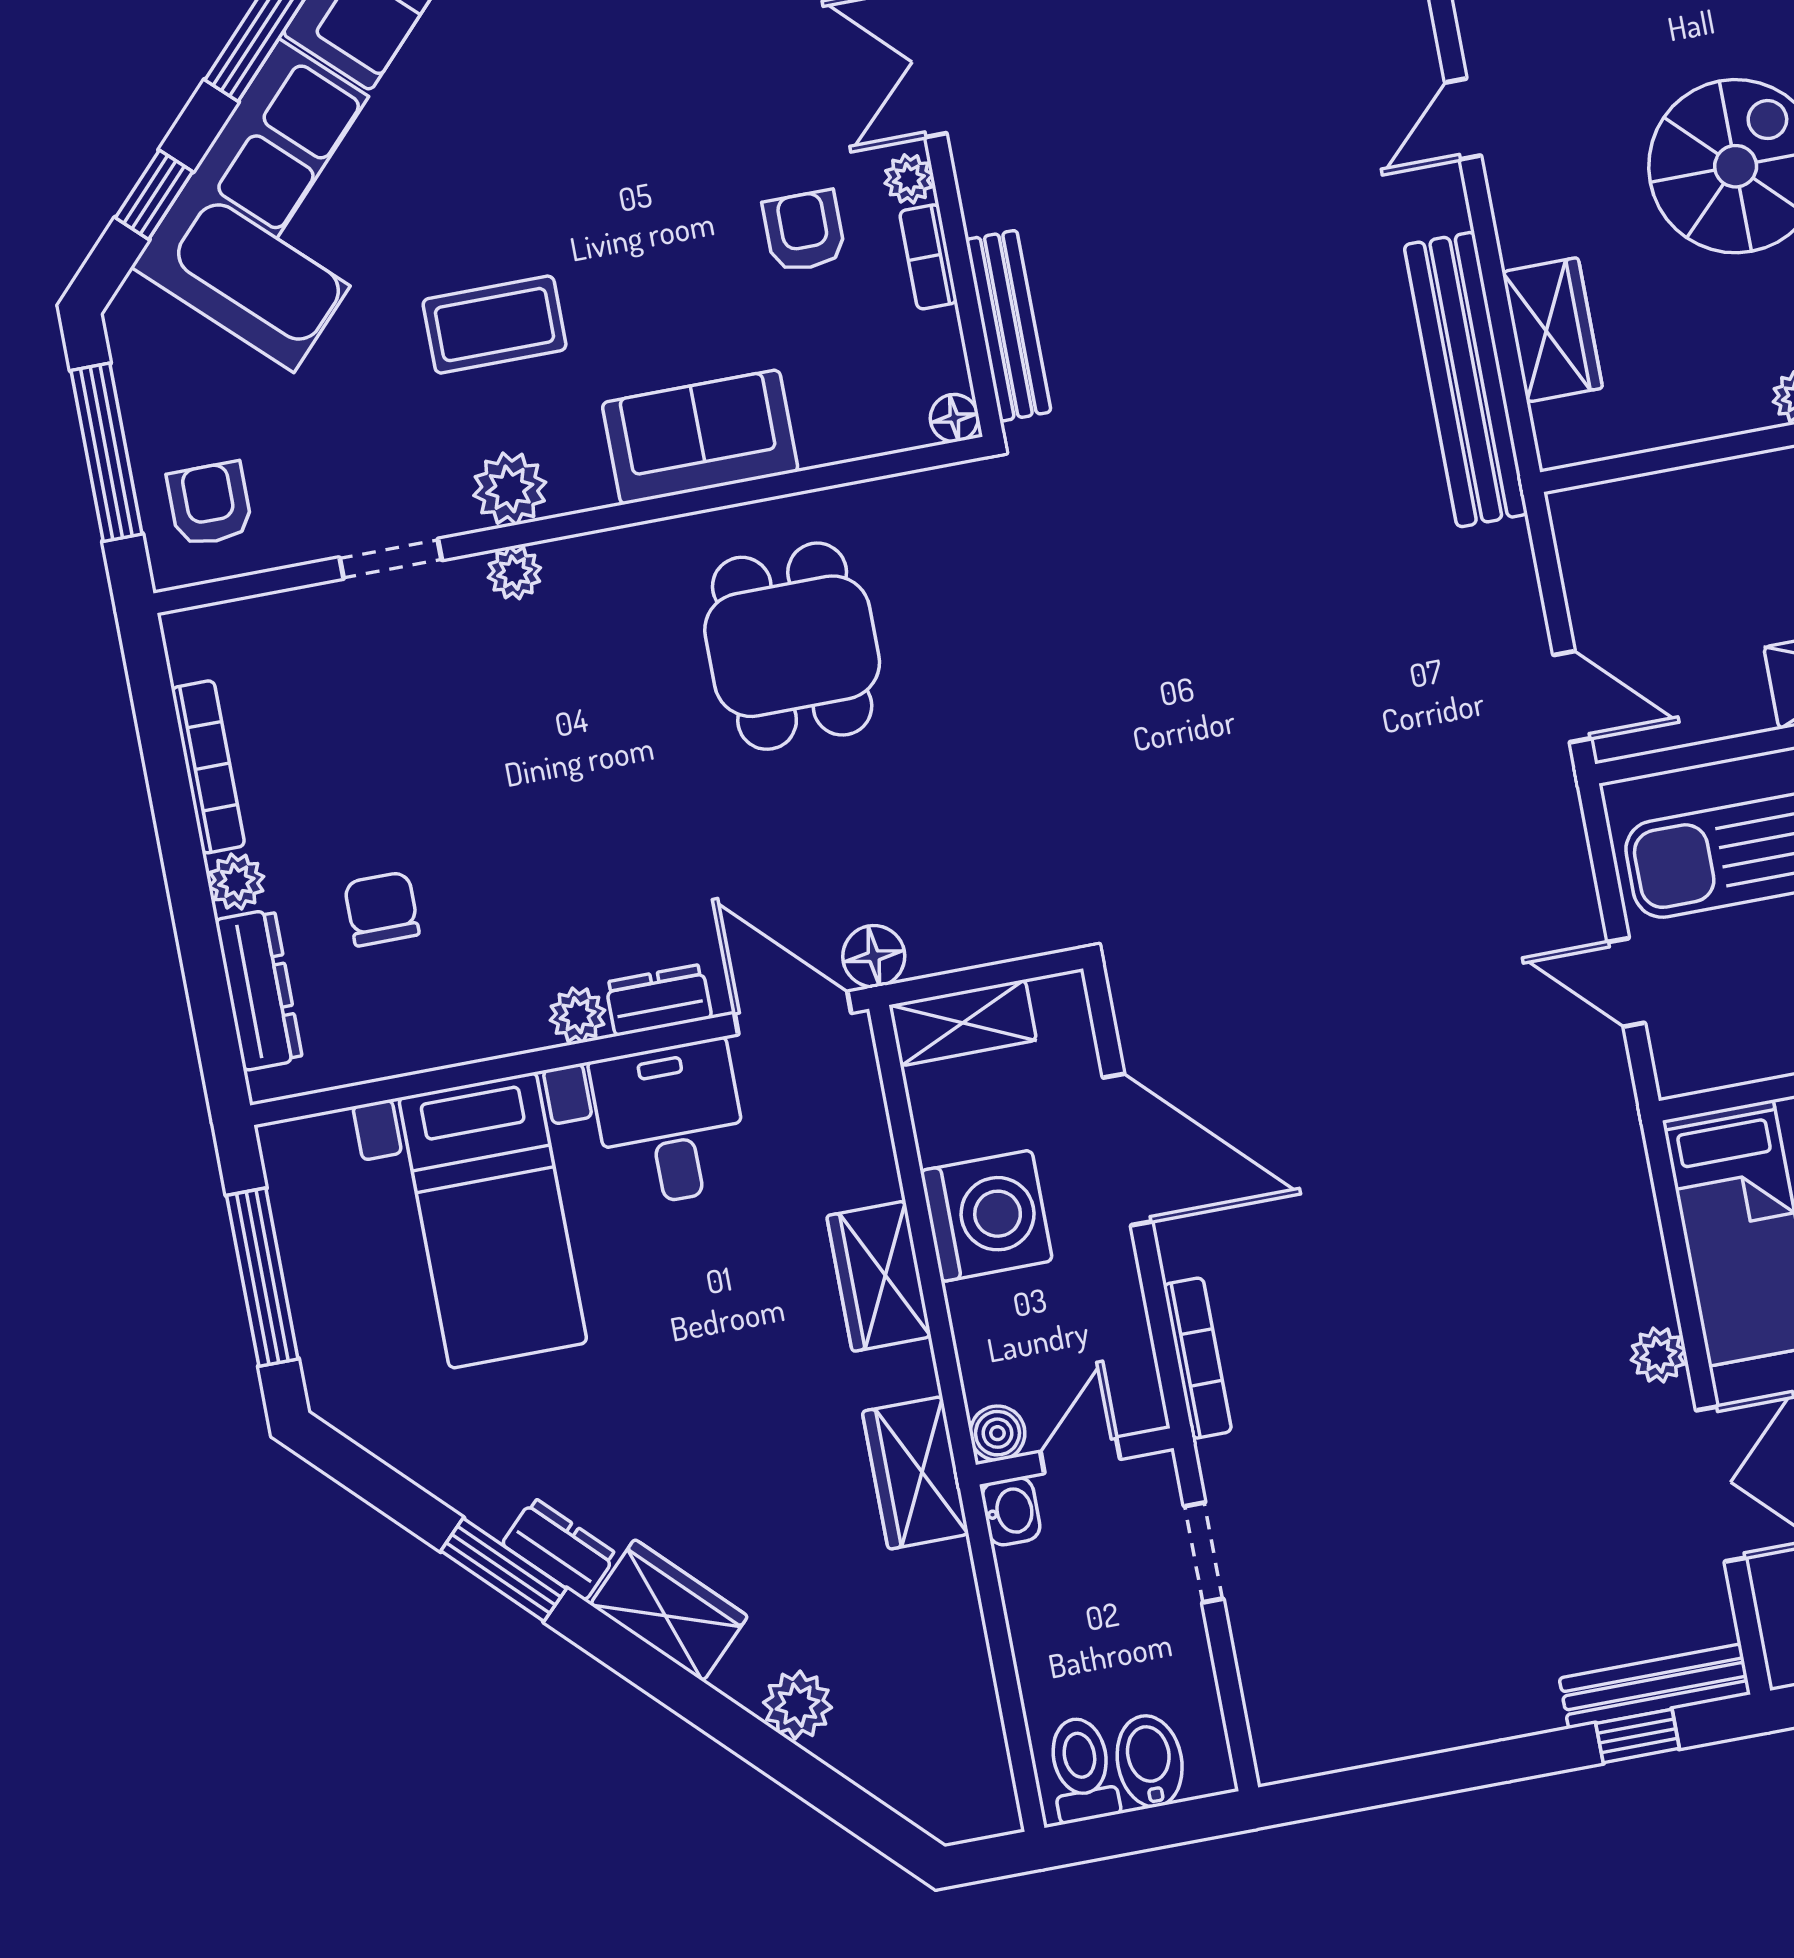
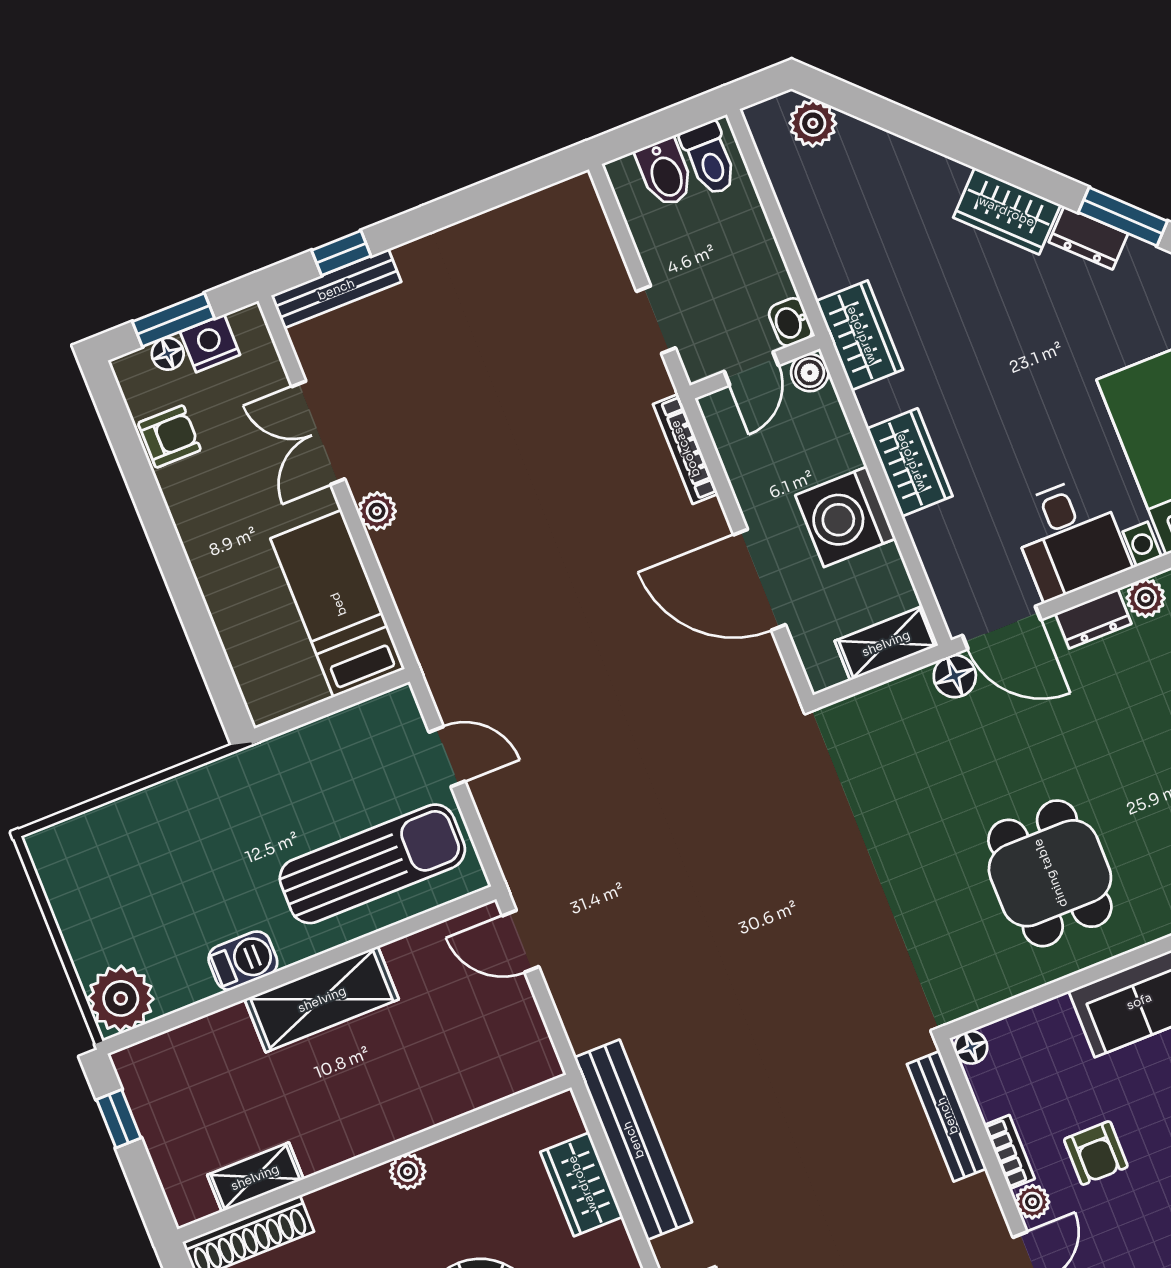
plant: (797, 1705) -> (813, 123), moved

